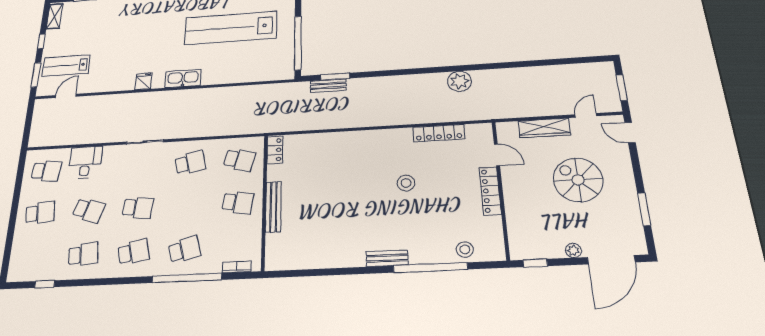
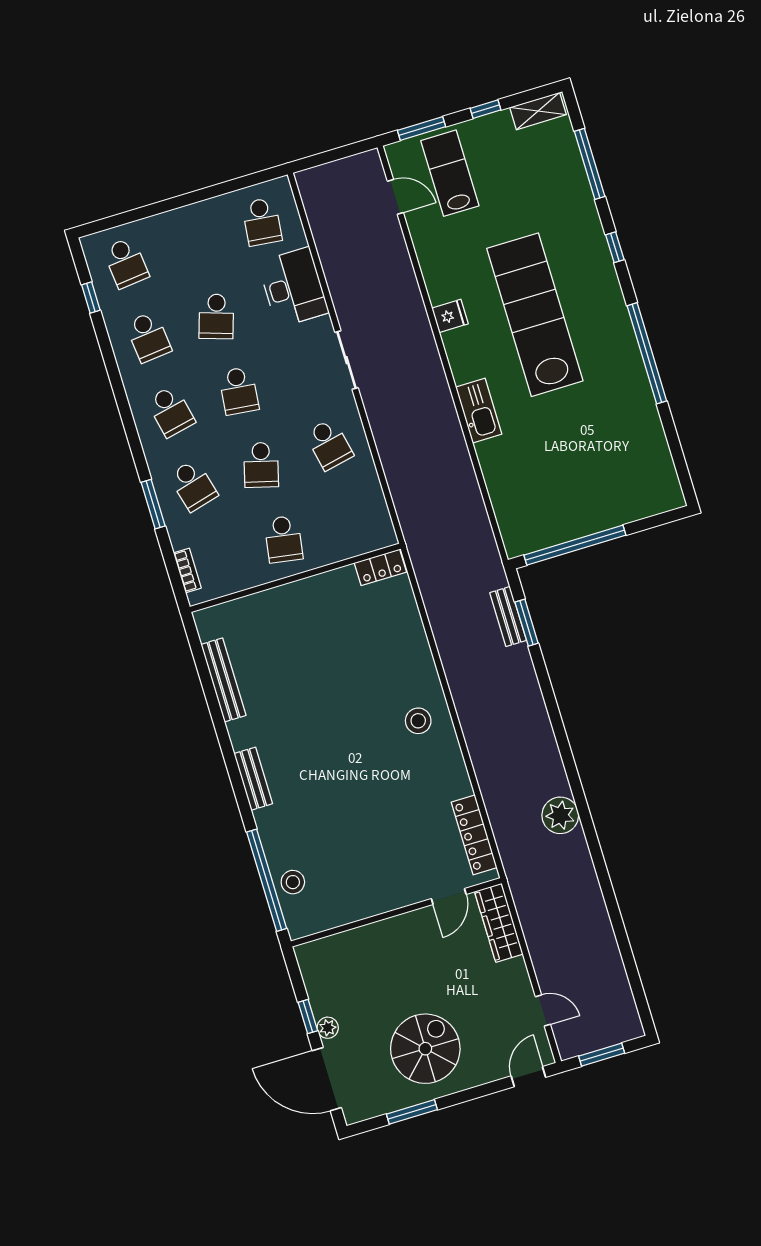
lab bench: (231, 28) -> (535, 315), moved
kitchen sink: (183, 79) -> (479, 411), moved
wardrobe: (544, 128) -> (499, 923), moved
locker: (439, 133) -> (474, 835), moved
school desk: (239, 160) -> (261, 465), moved
desk: (85, 162) -> (293, 287), width x1.37
spiral stairs: (578, 180) -> (425, 1049), moved
stool: (406, 183) -> (418, 721), moved
locker: (490, 191) -> (390, 898), removed
bench: (273, 207) -> (224, 680), moved, turned 90
school desk: (40, 213) -> (126, 263), moved
window: (535, 263) -> (308, 1017), moved
window: (430, 267) -> (267, 880), moved
window: (187, 278) -> (153, 504), width x0.47

